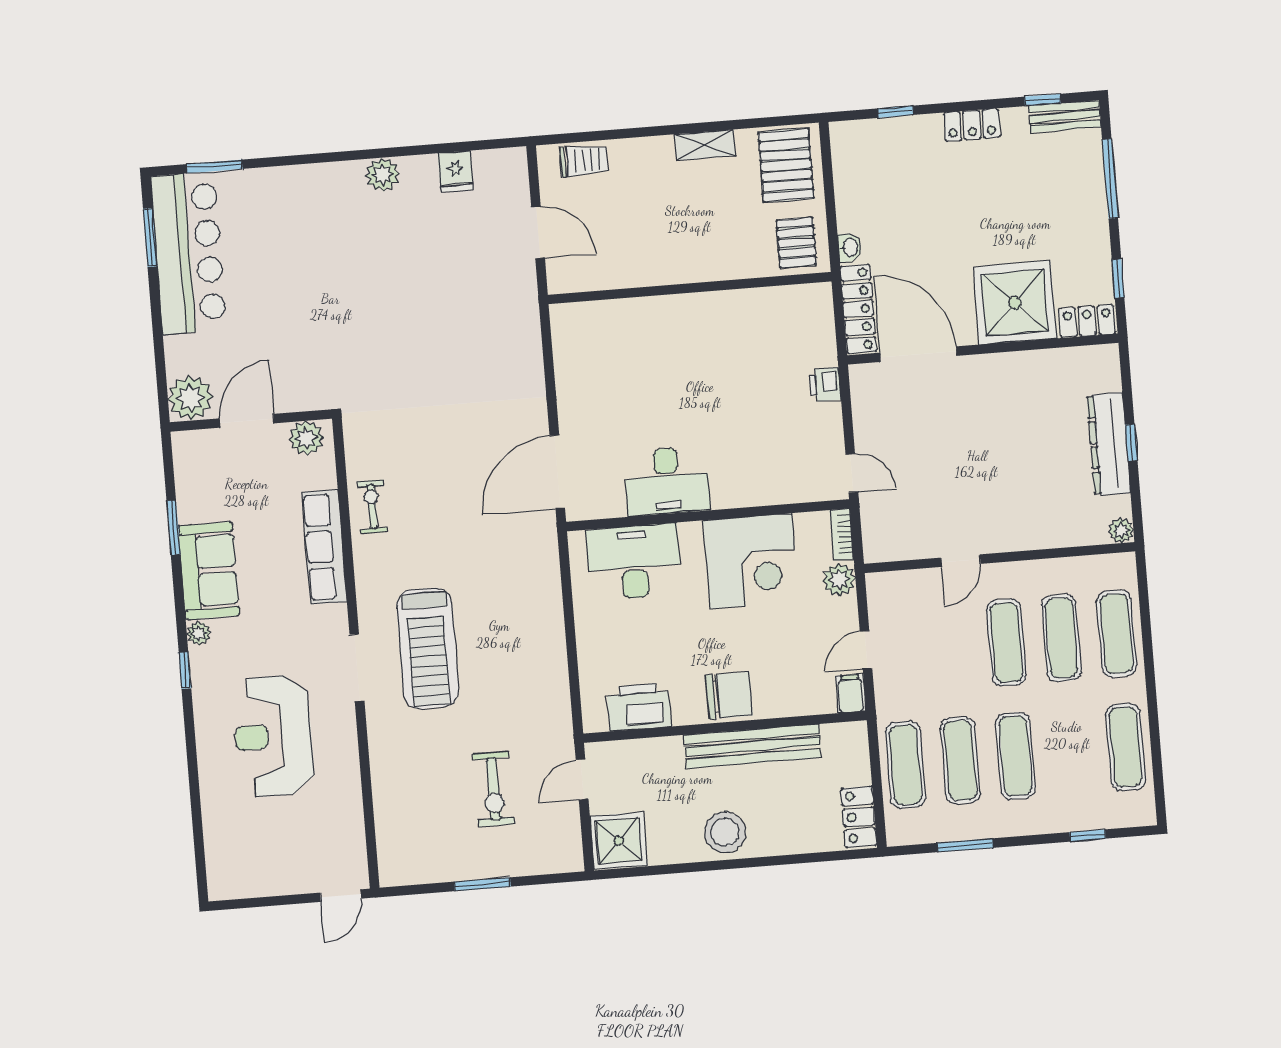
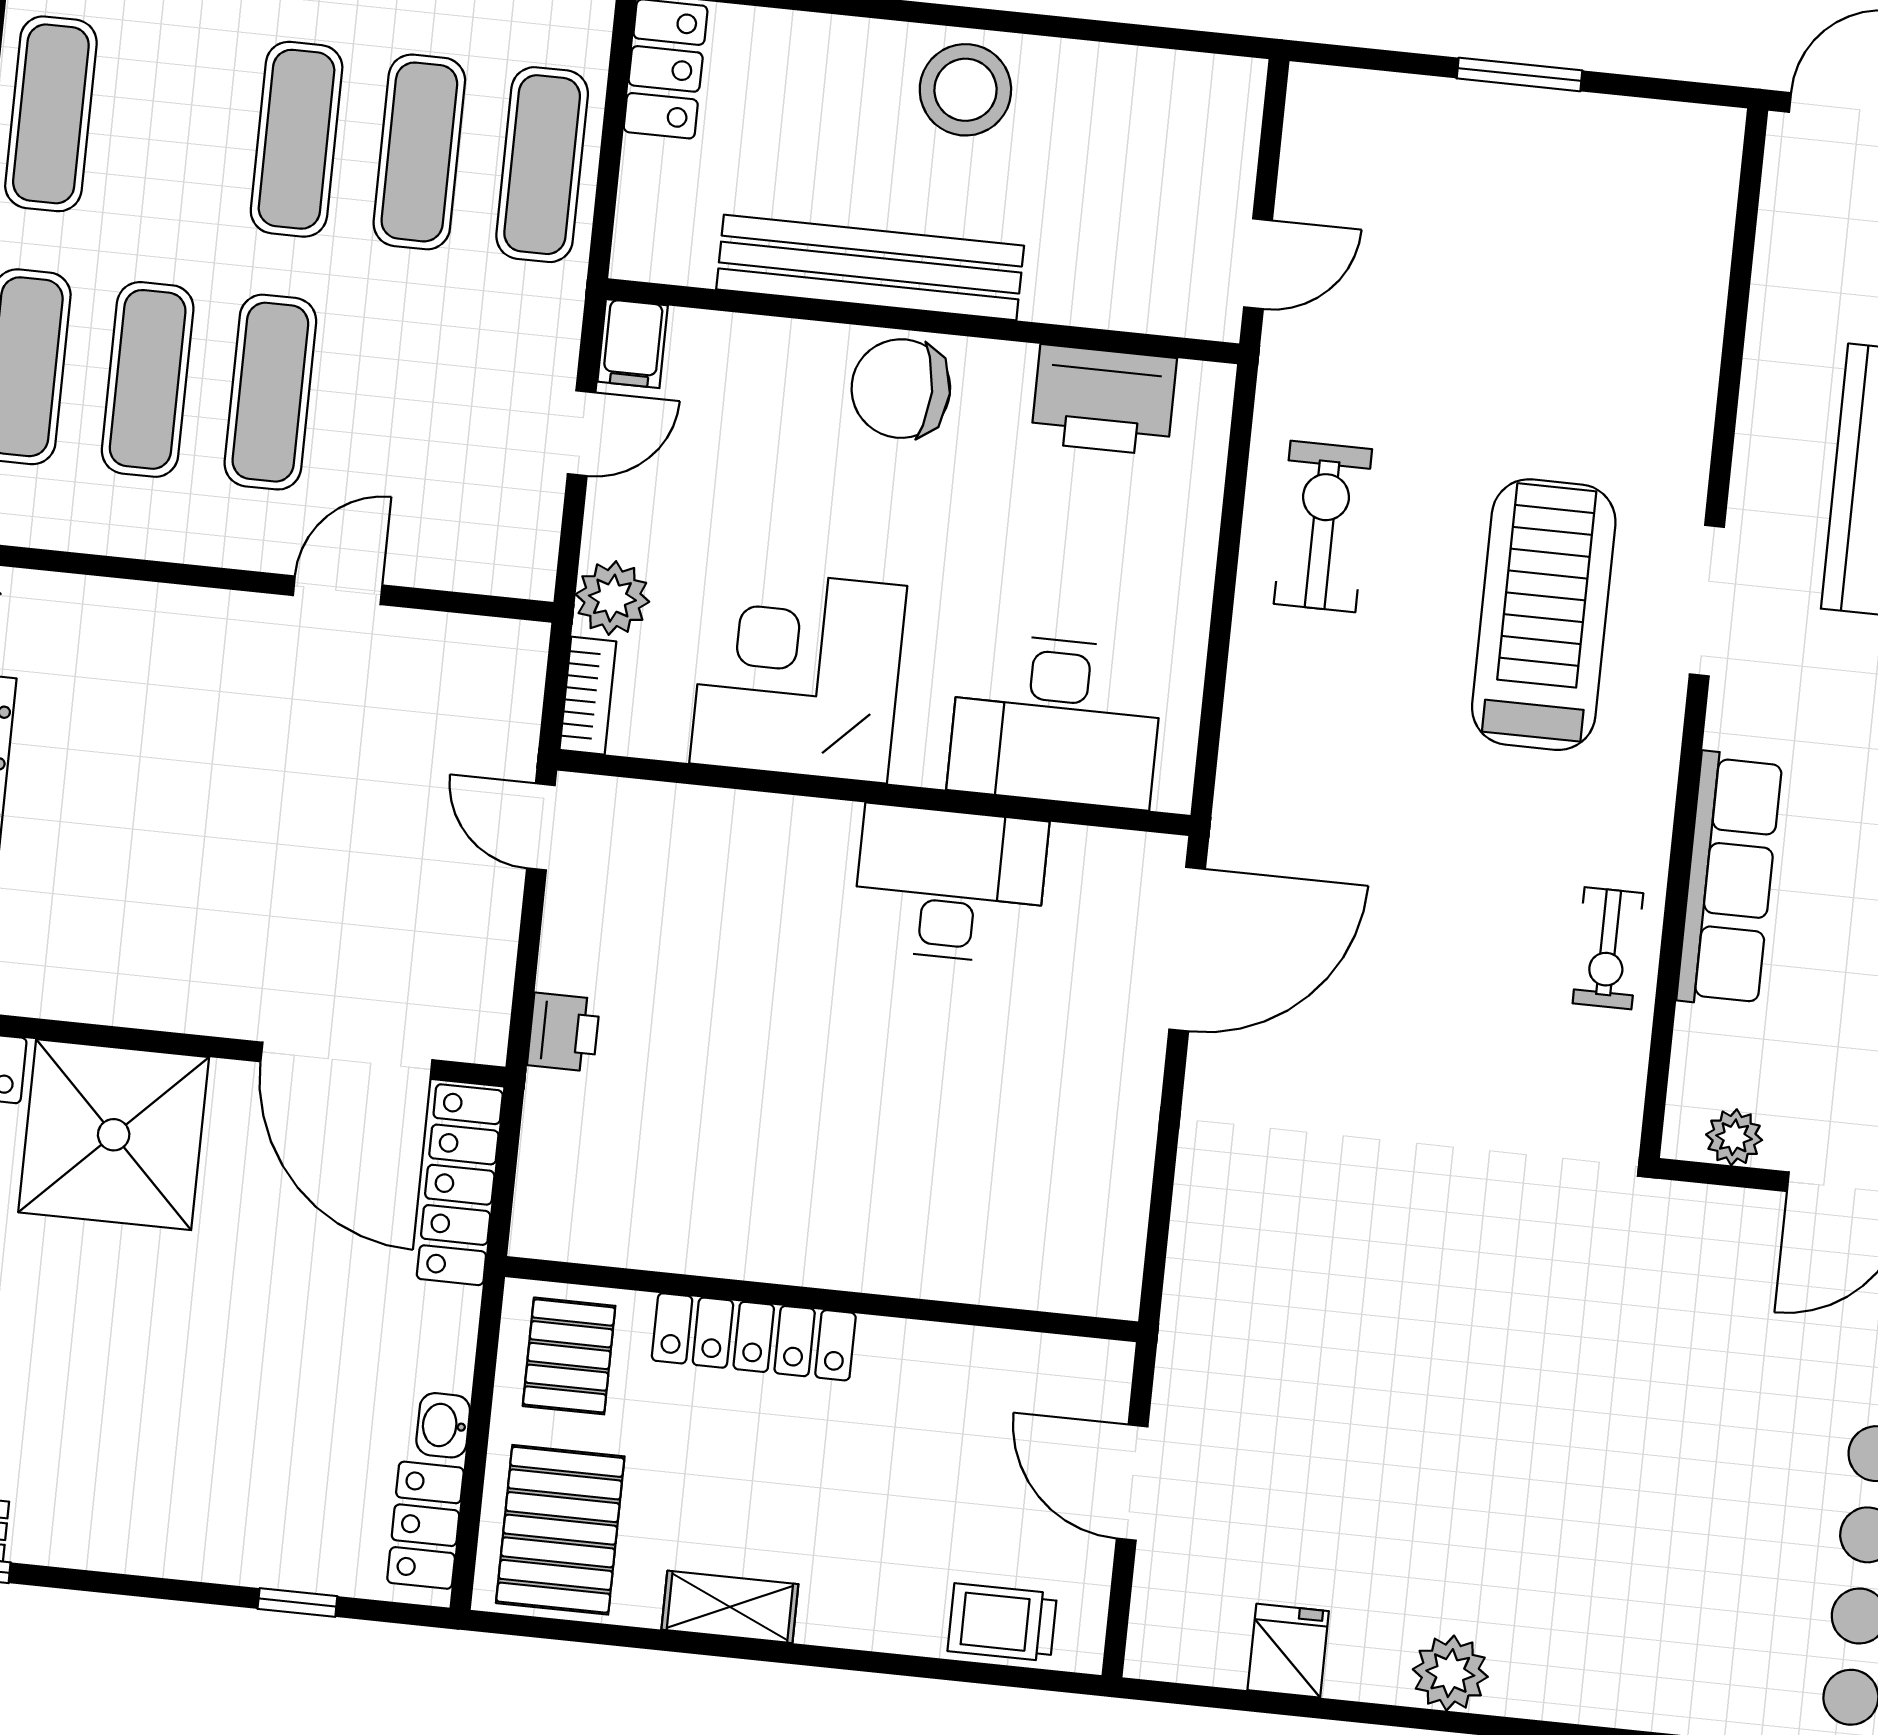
locker: (972, 125) -> (425, 1525), moved, turned -90
washbasin: (850, 248) -> (443, 1425), moved
locker: (716, 266) -> (754, 1337), added
plant: (306, 438) -> (1734, 1137), width x0.73, depth x0.73
exercise bike: (494, 789) -> (1323, 527), moved
shower: (619, 841) -> (1202, 114), removed

